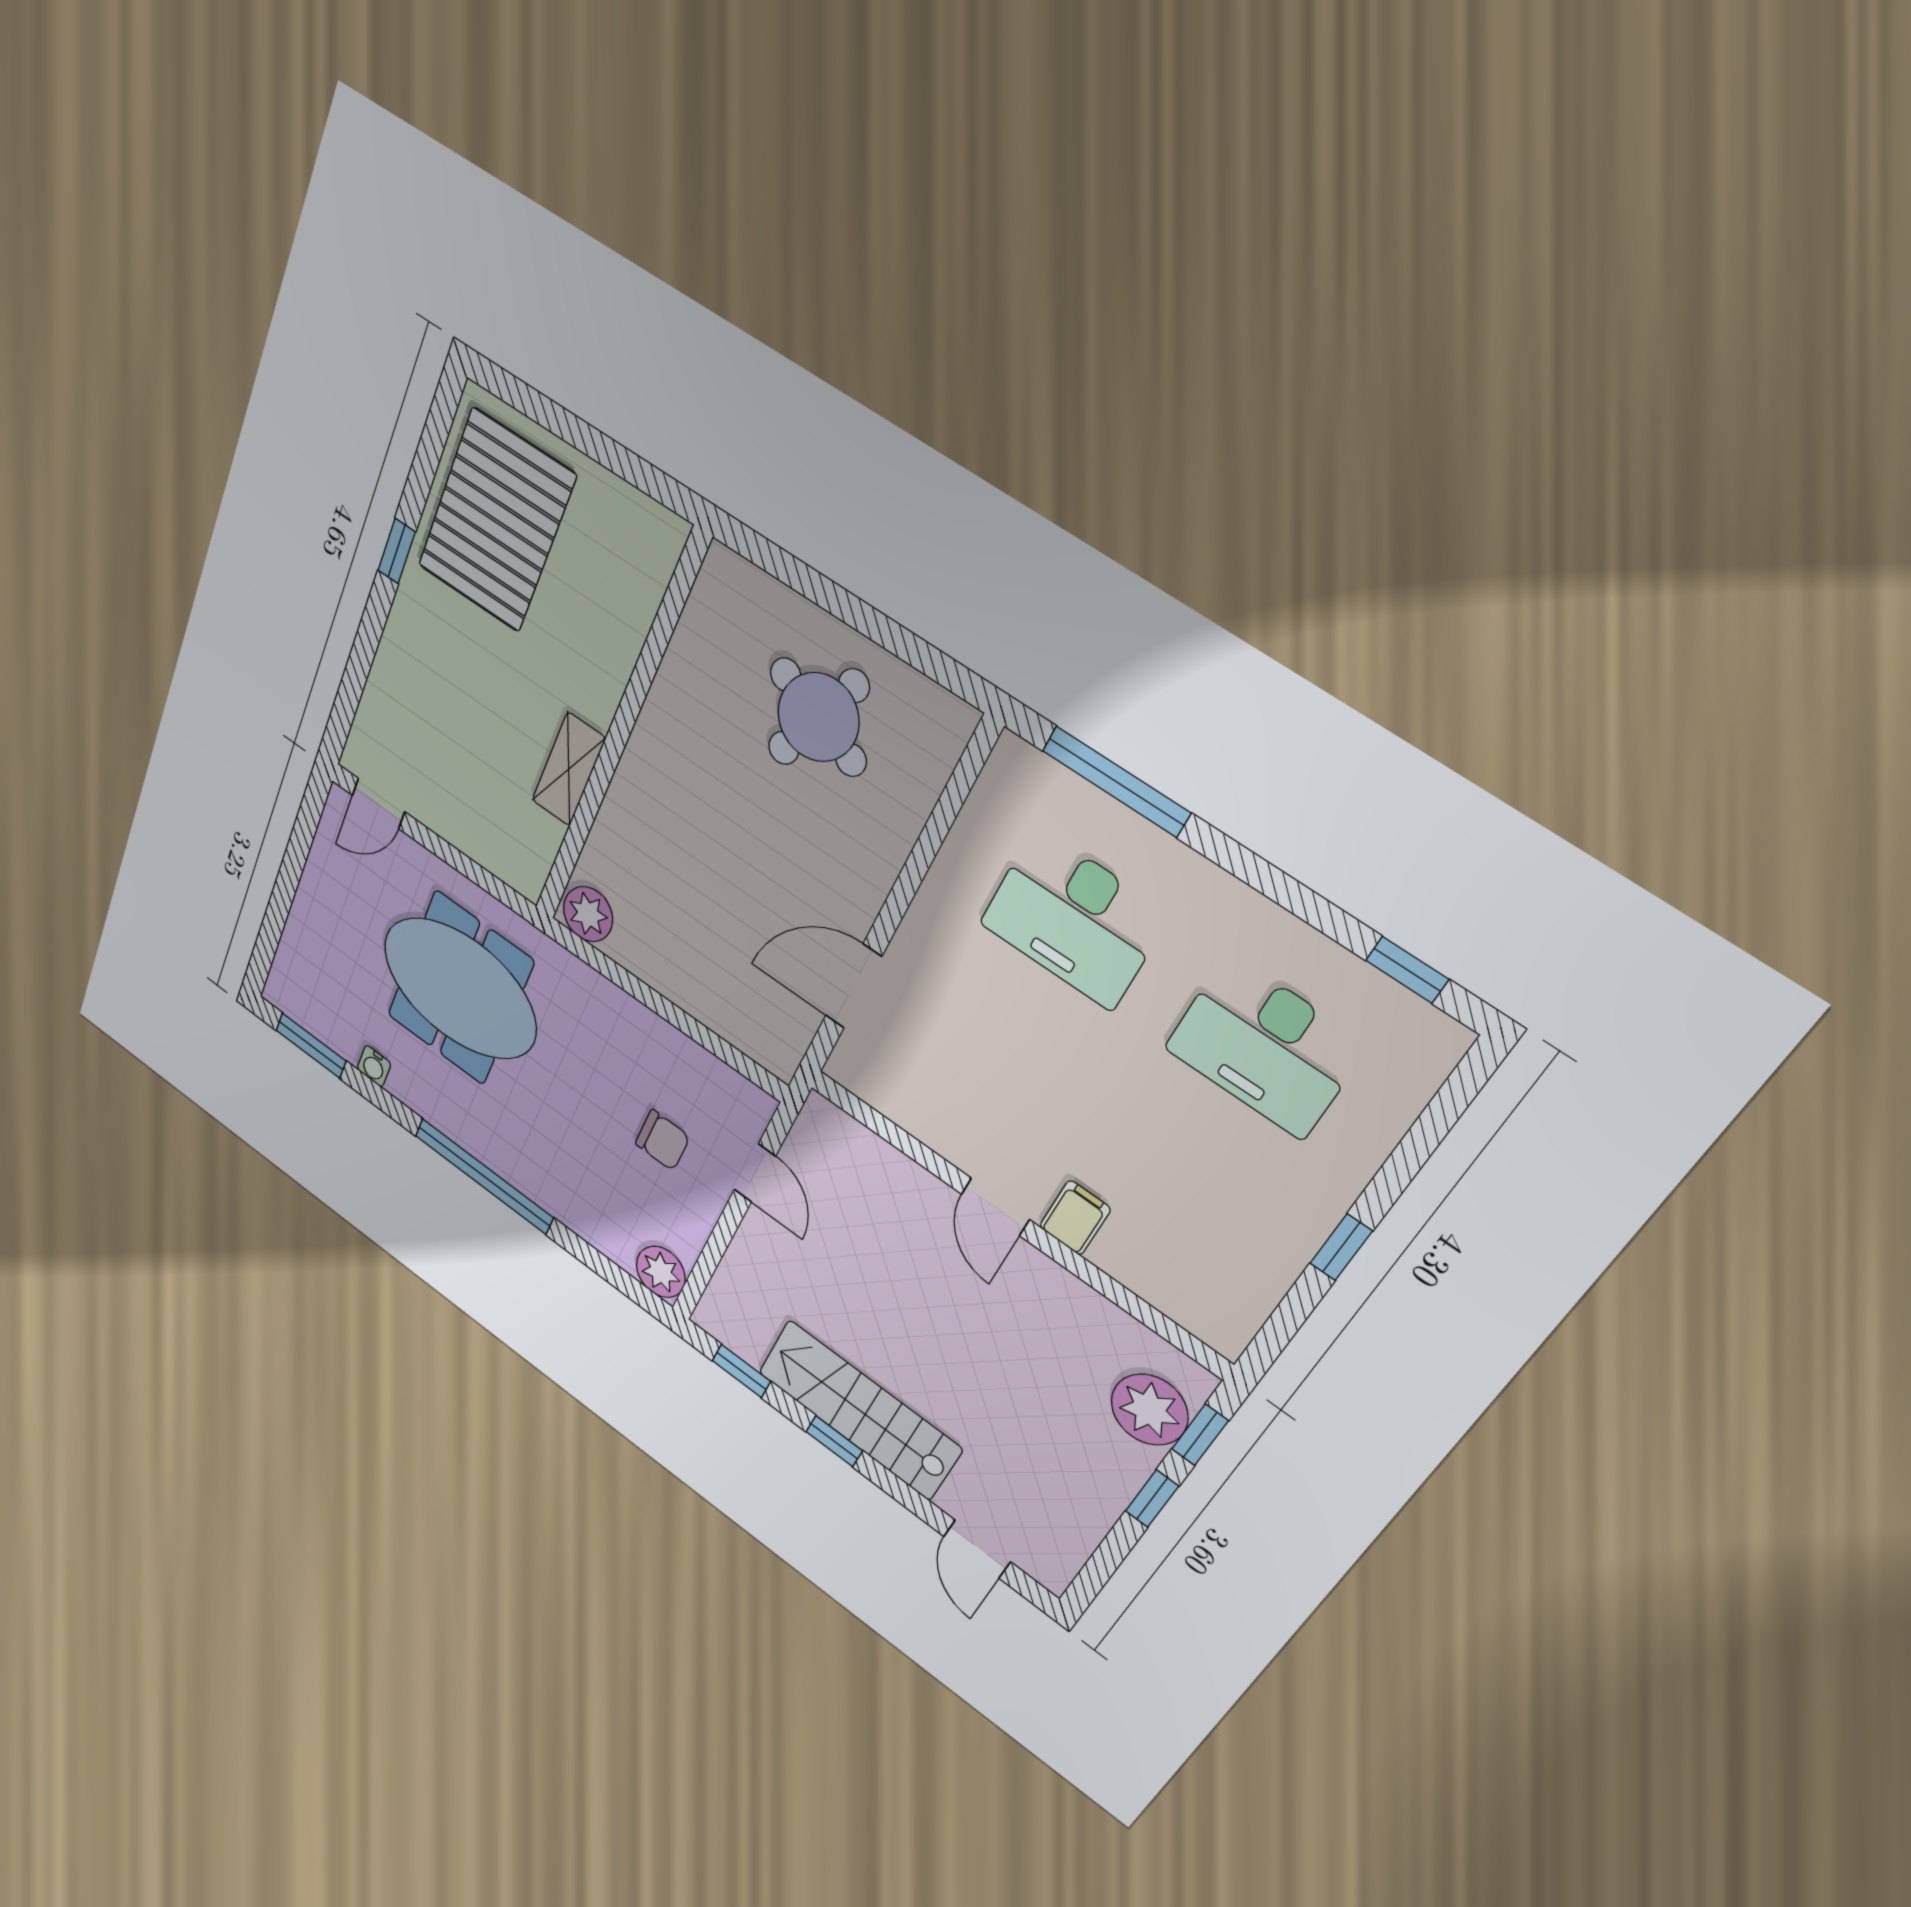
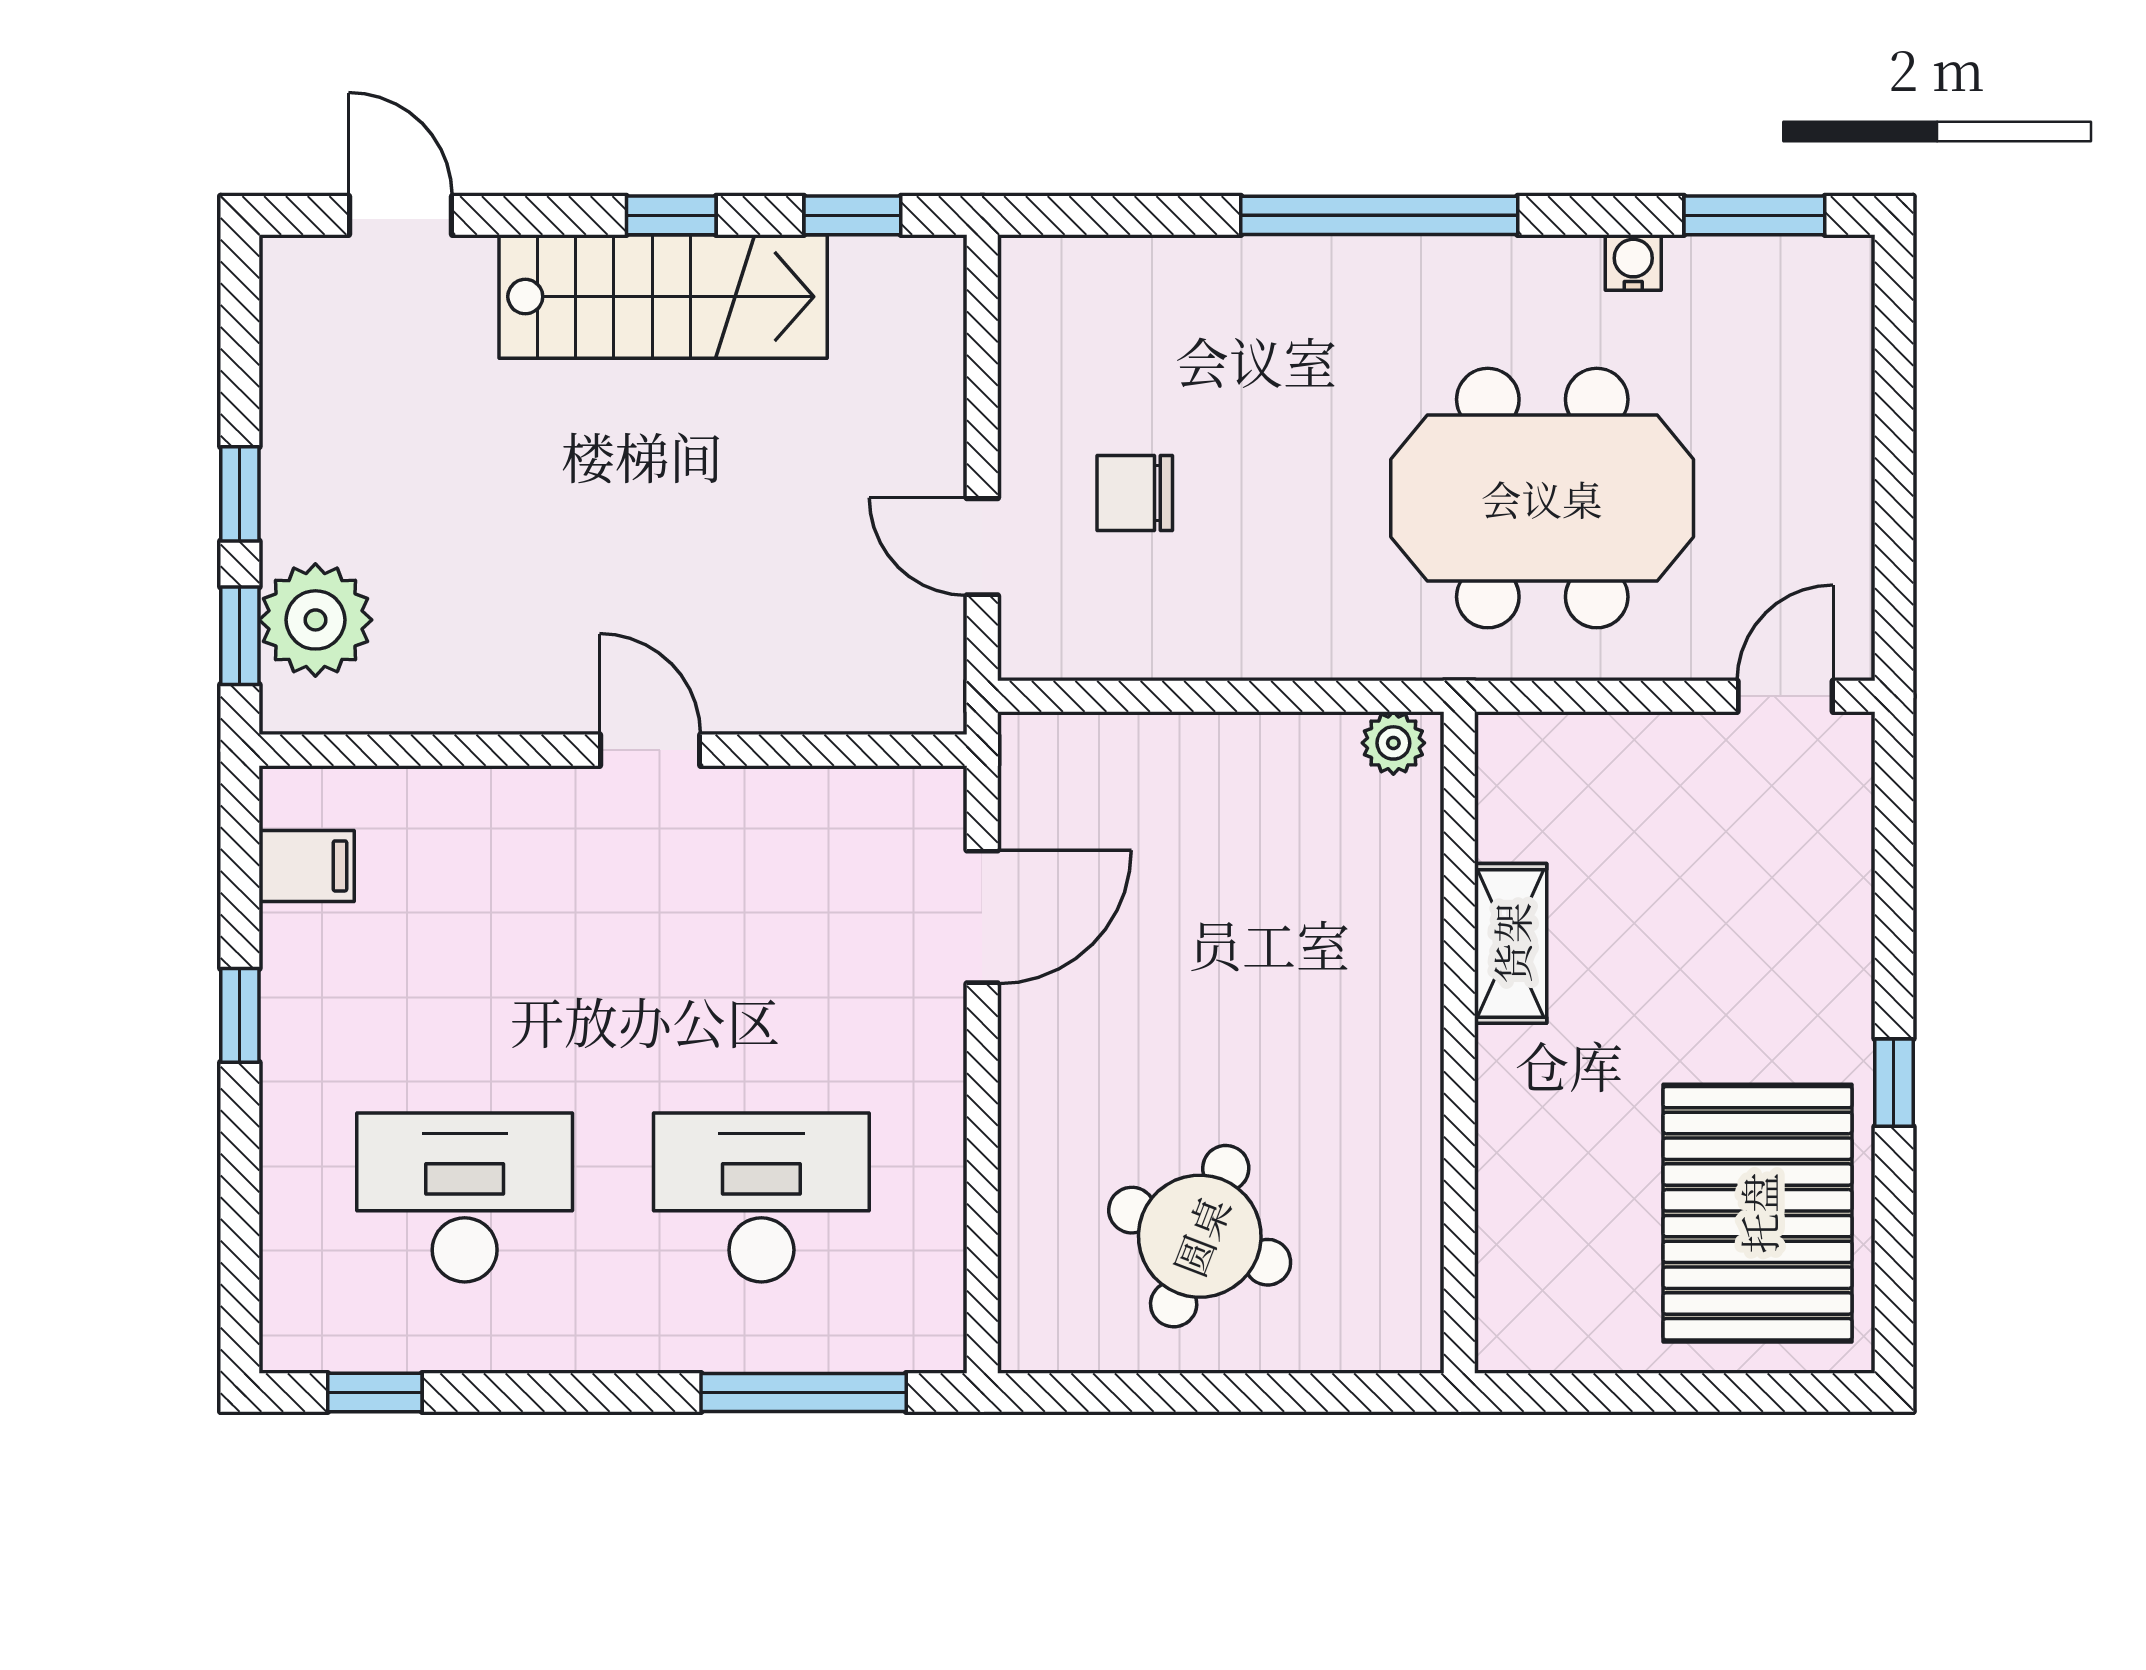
plant: (588, 914) -> (1393, 743), width x0.73, depth x0.73
filing cabinet: (1075, 1218) -> (307, 866), moved, turned -90
plant: (661, 1272) -> (1042, 279), removed

